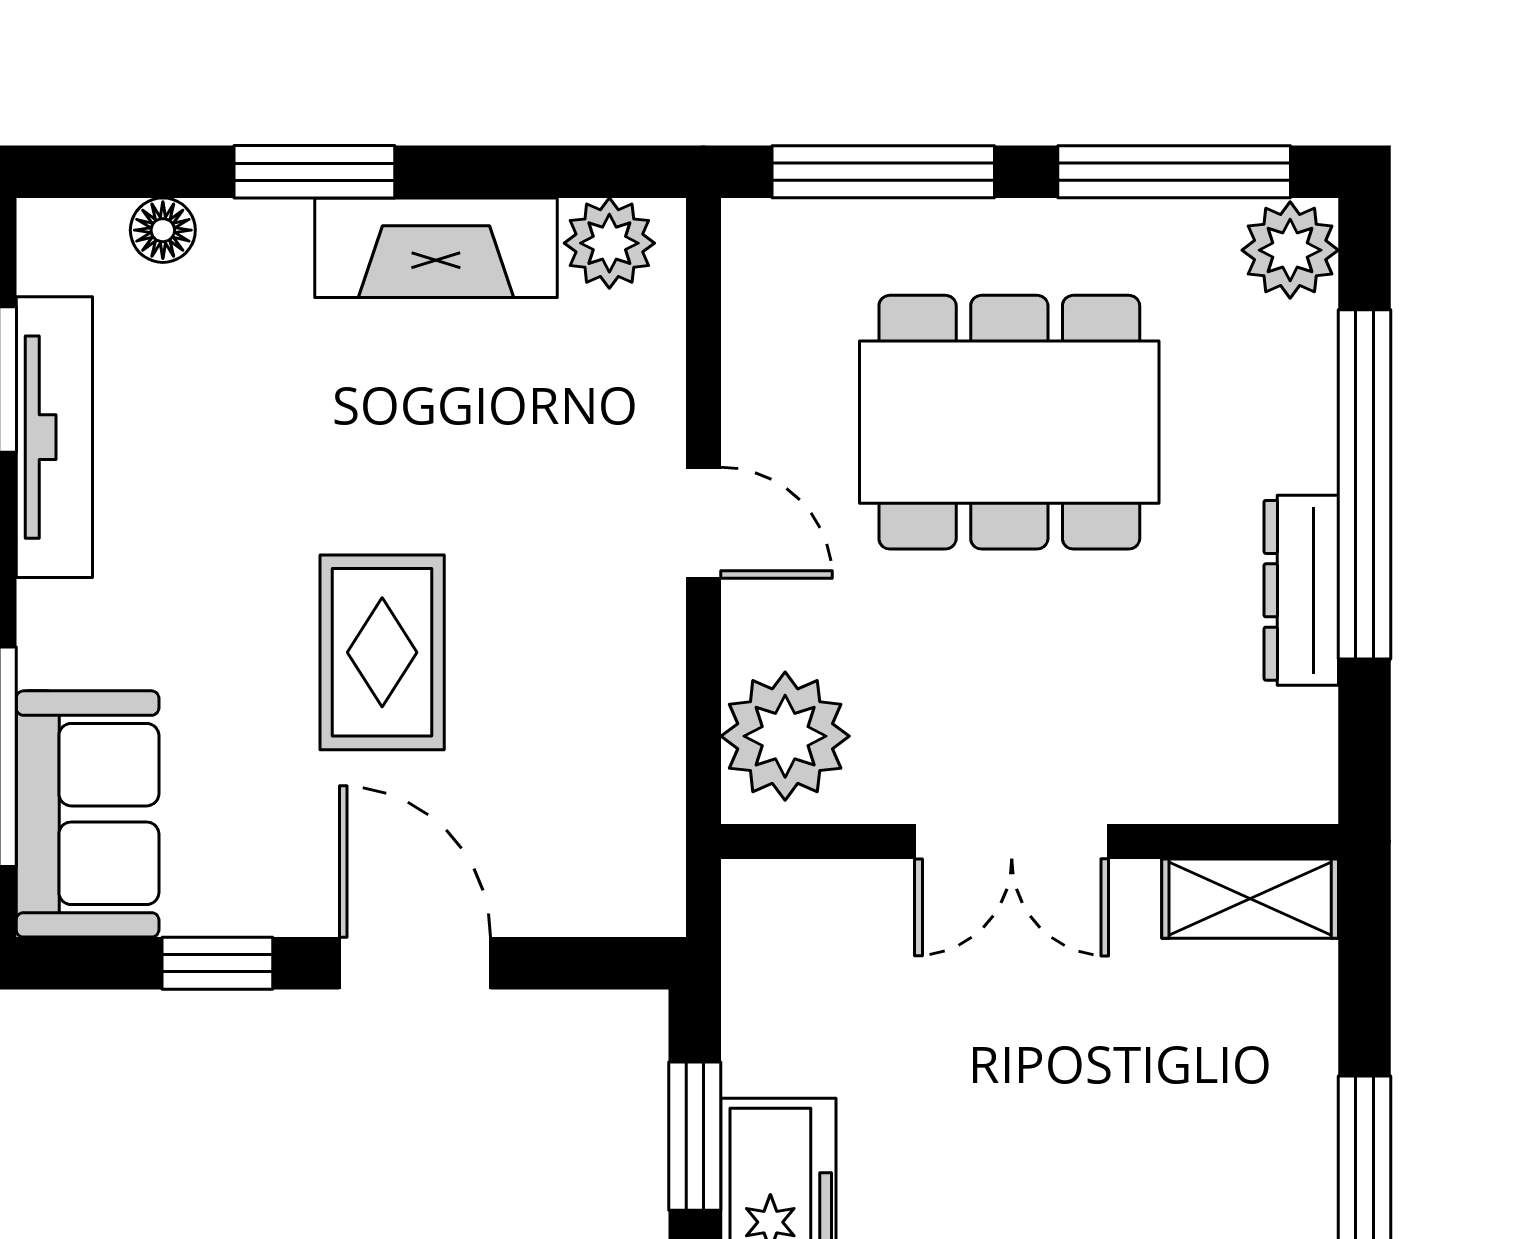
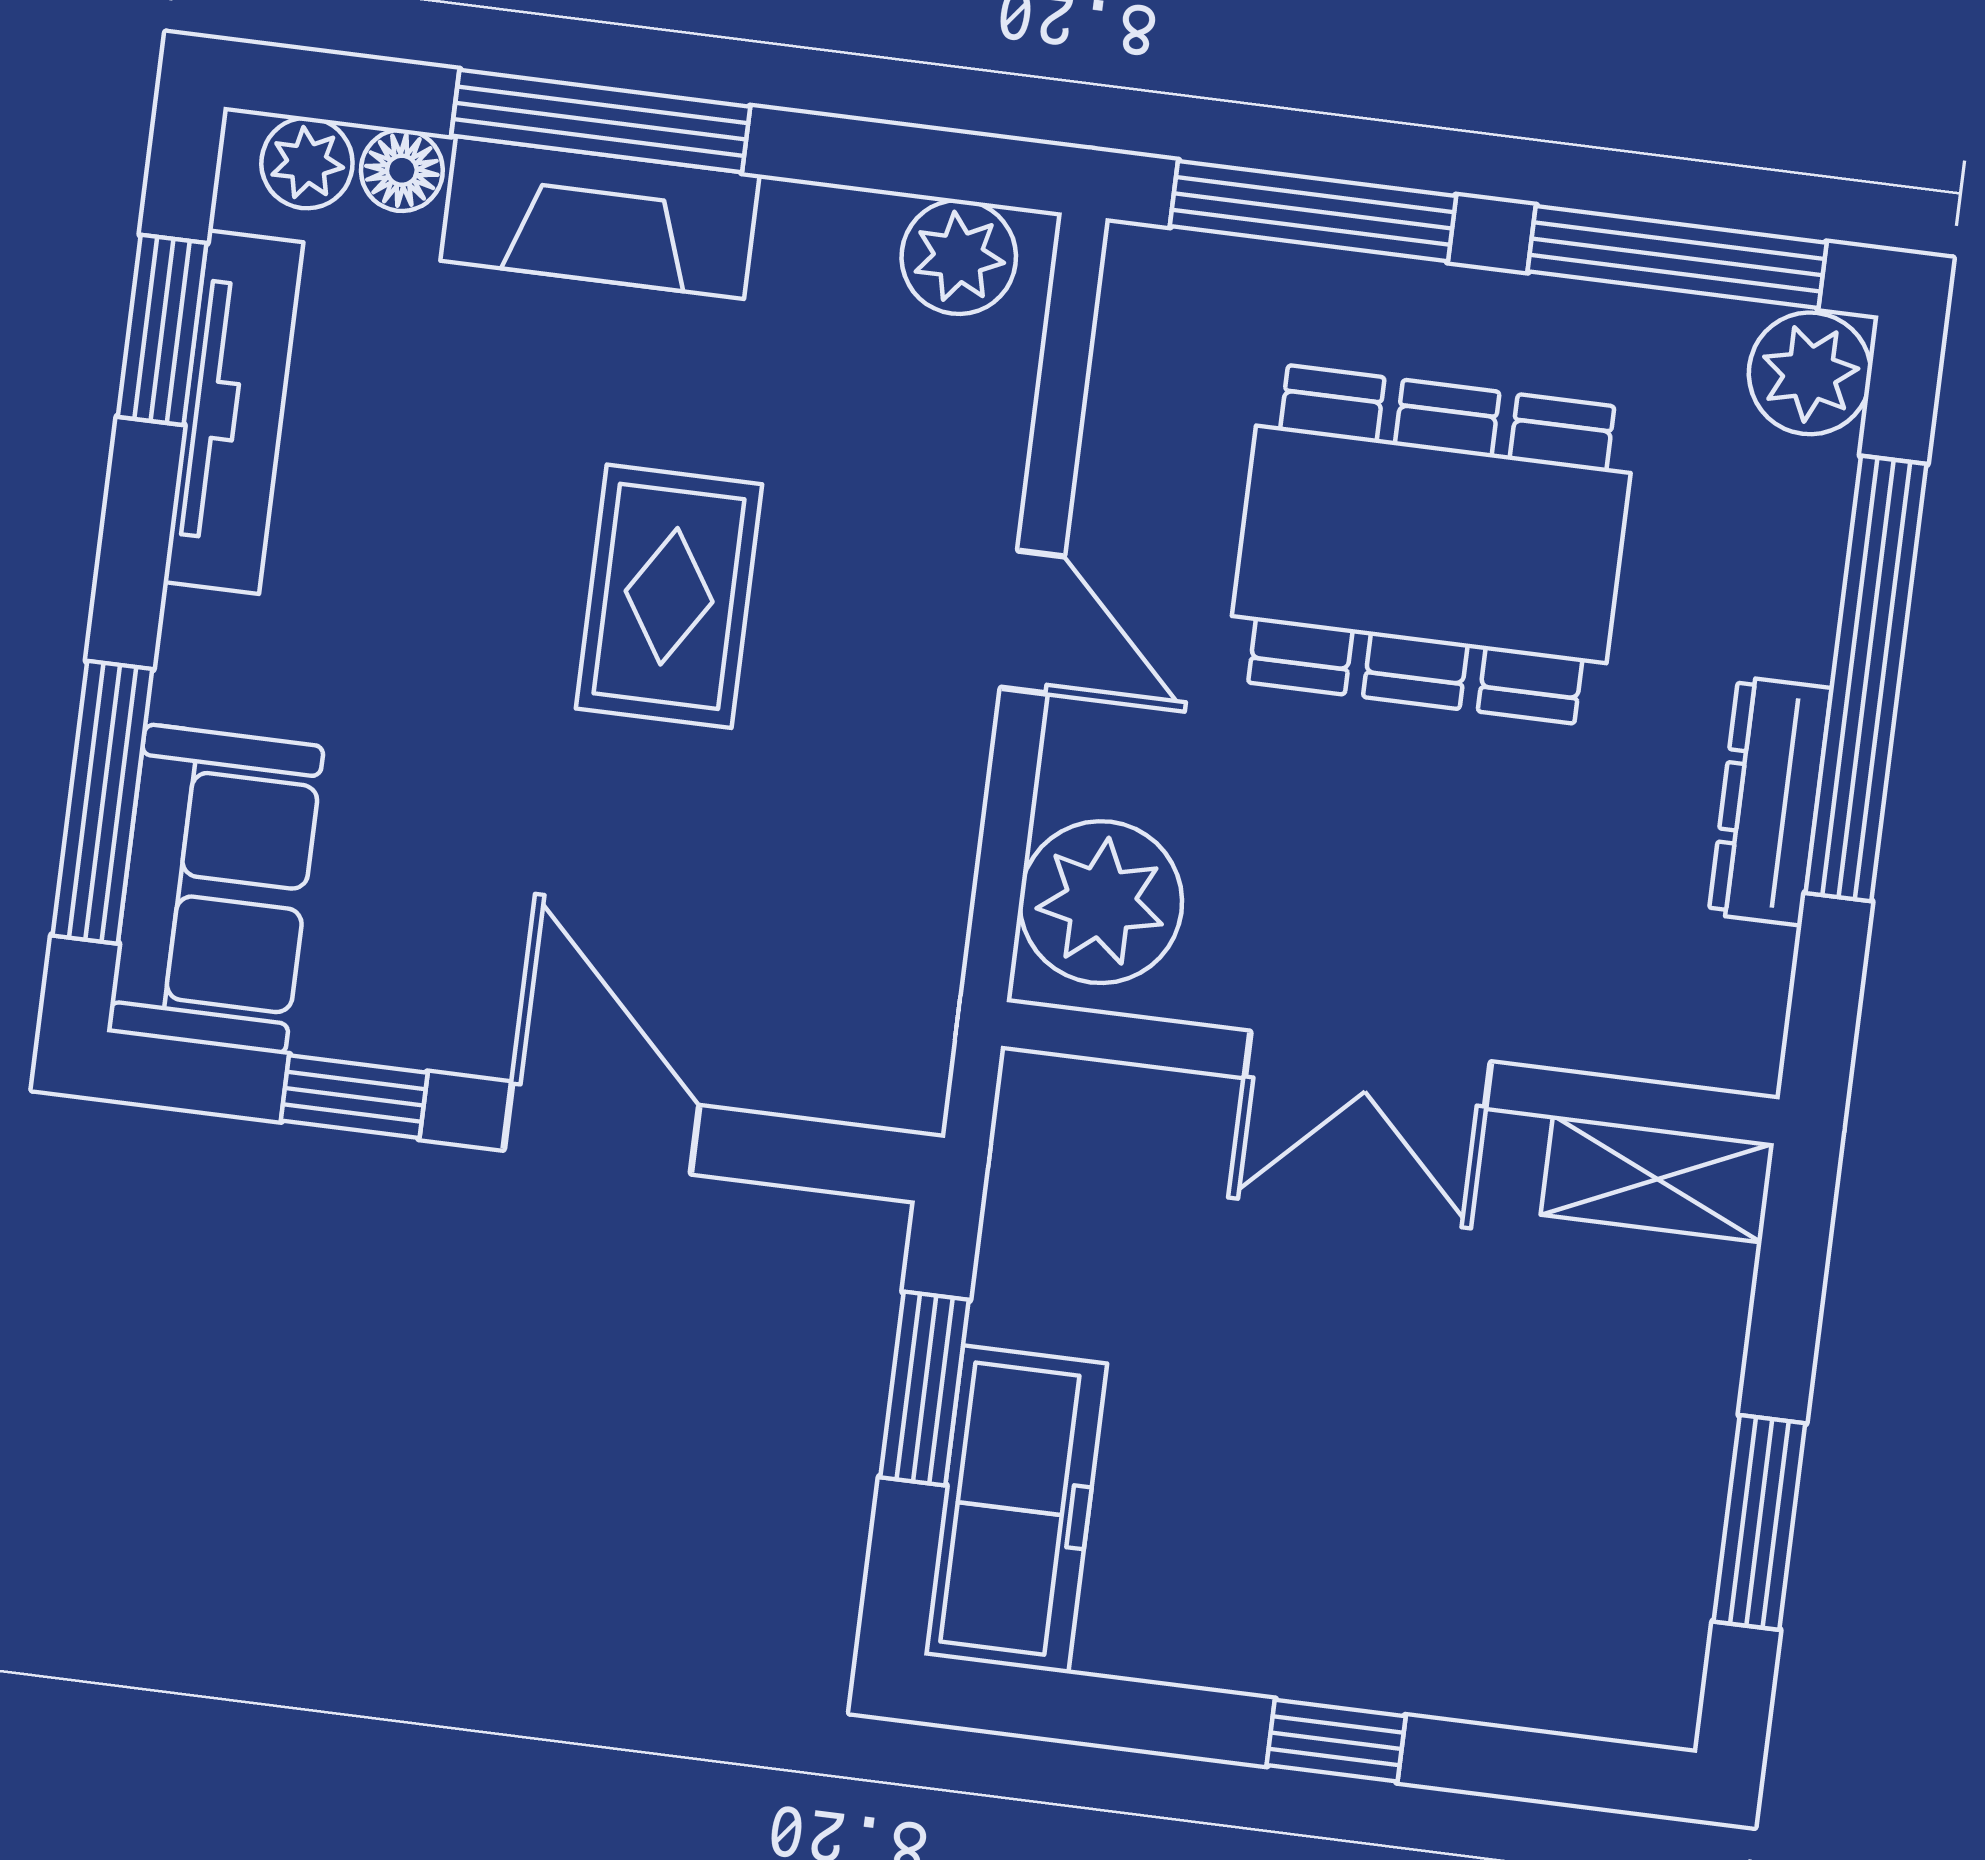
window: (314, 172) -> (601, 121), width x1.44
plant: (87, 234) -> (307, 163), added
fireplace: (436, 248) -> (600, 218), moved
rug: (382, 652) -> (669, 596), moved

